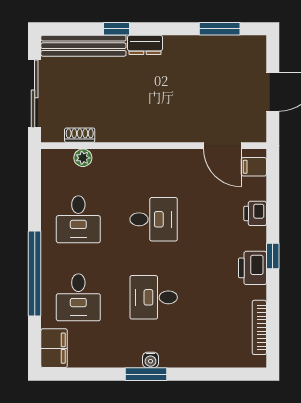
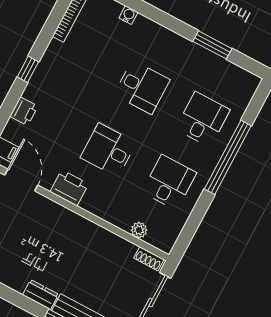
shoe rack: (80, 135) -> (149, 259), moved
printer: (252, 268) -> (69, 188), moved, turned -90
filing cabinet: (54, 348) -> (244, 89), removed
water cooler: (151, 360) -> (128, 15), moved
window: (146, 374) -> (212, 45), moved

